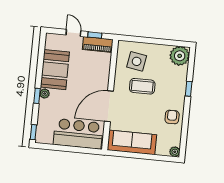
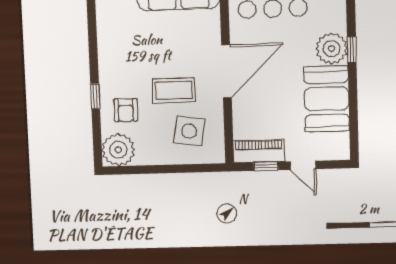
plant: (45, 94) -> (332, 49), width x1.88, depth x1.88
door: (109, 106) -> (226, 71), moved
armchair: (172, 117) -> (126, 110), moved

